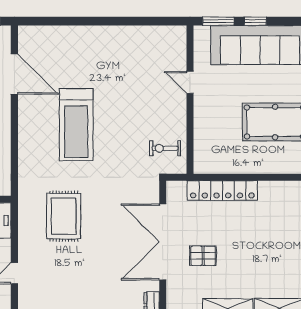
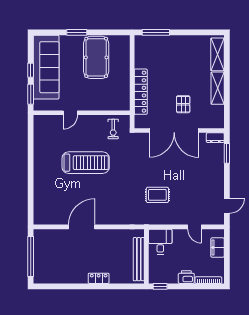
door: (14, 74) -> (82, 227), moved
treadmill: (76, 125) -> (86, 163), moved
rug: (64, 216) -> (157, 195), width x0.73, depth x0.70

